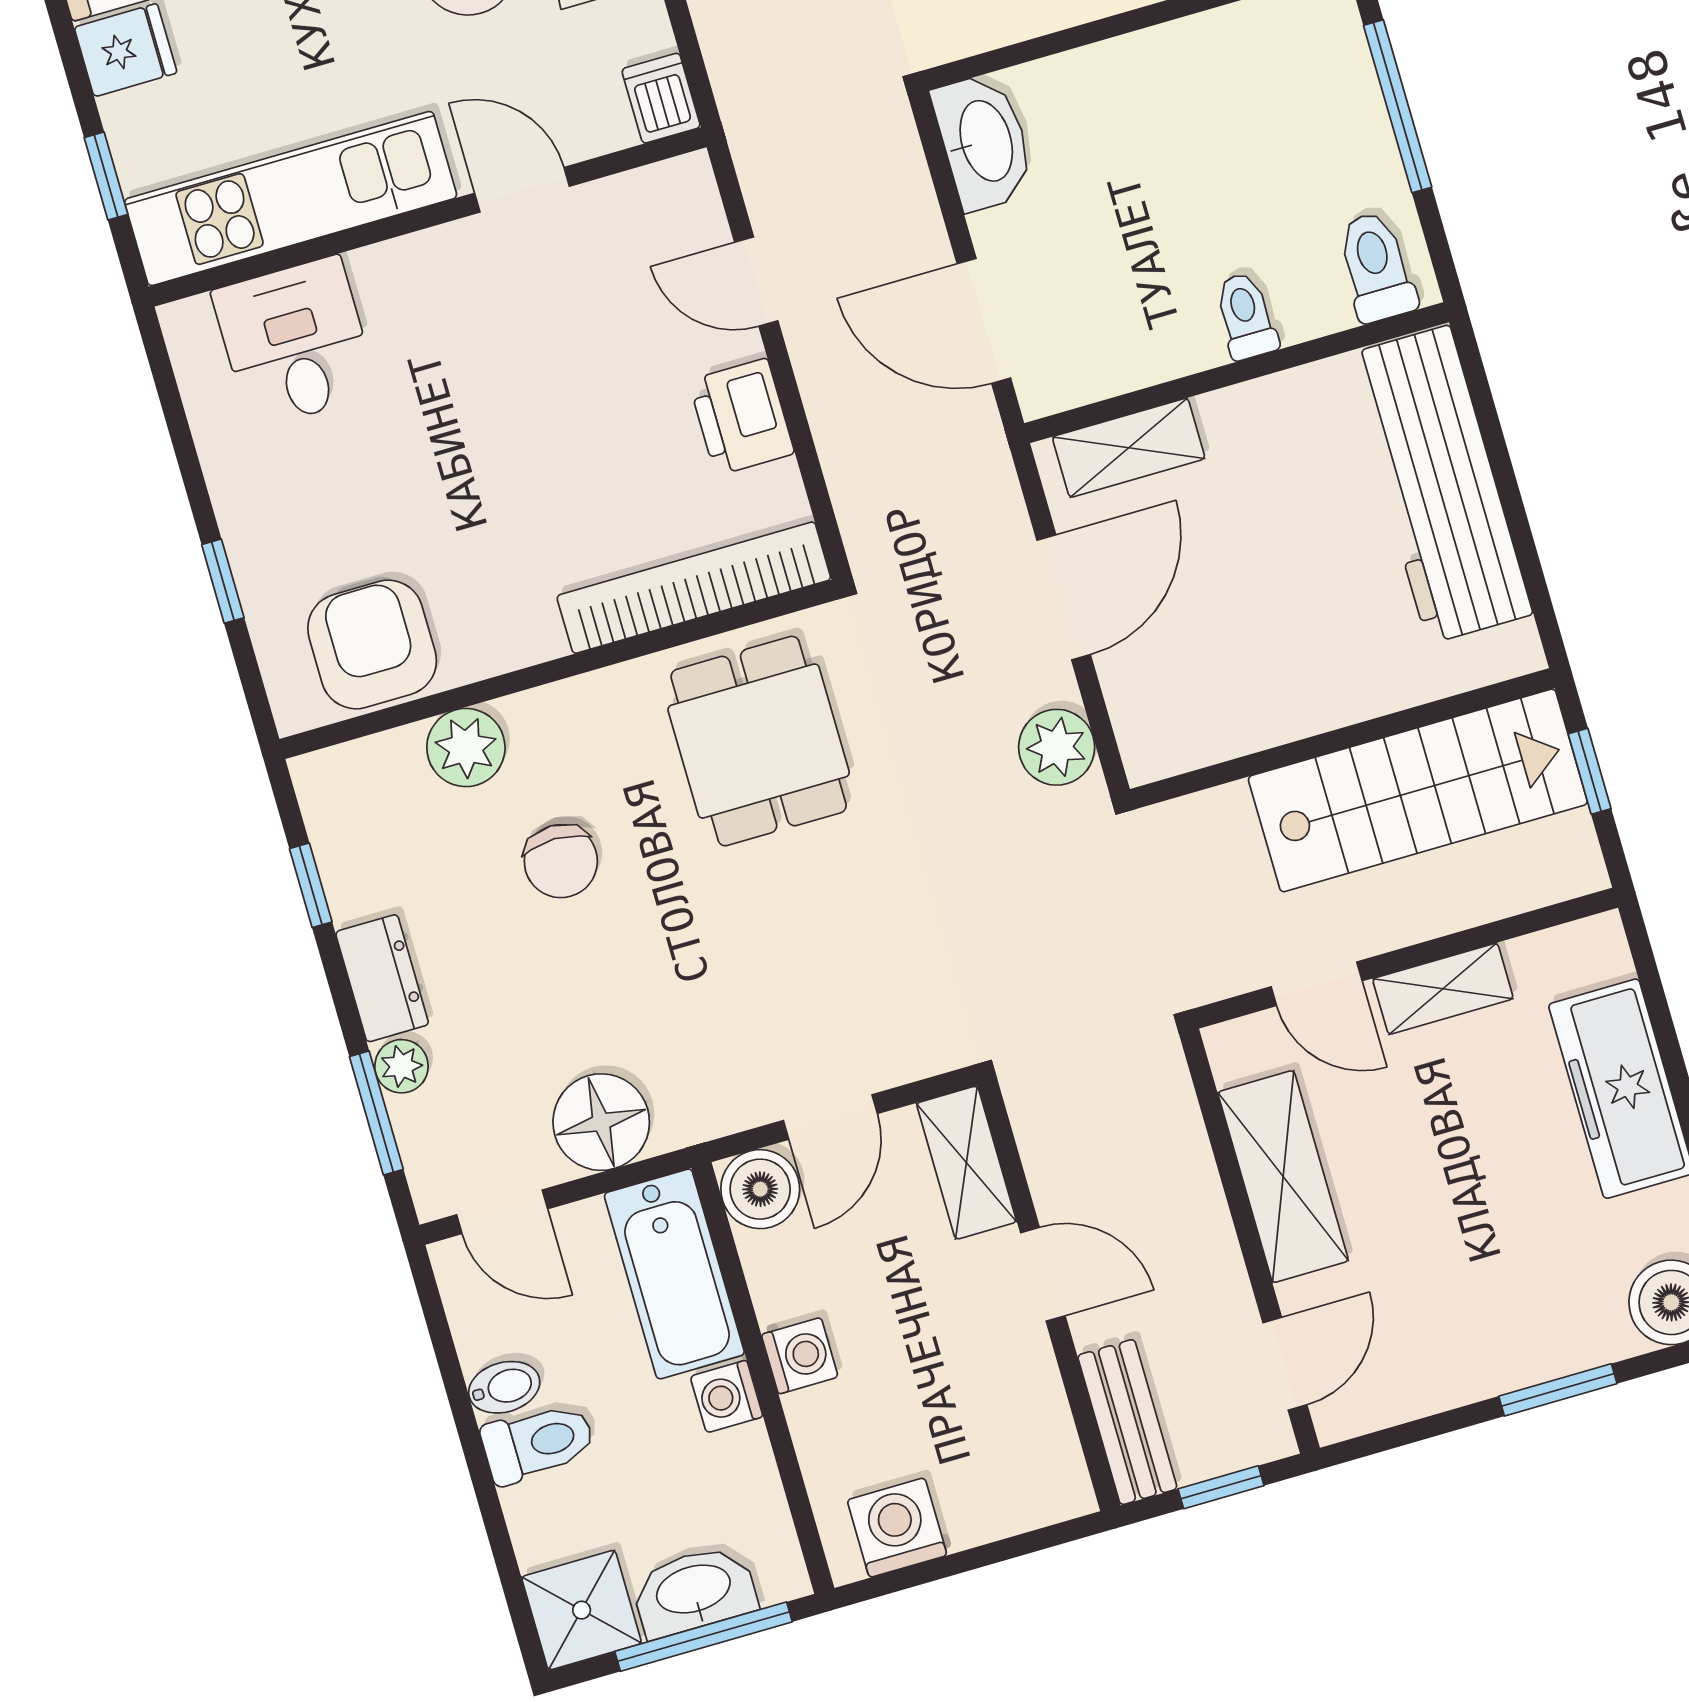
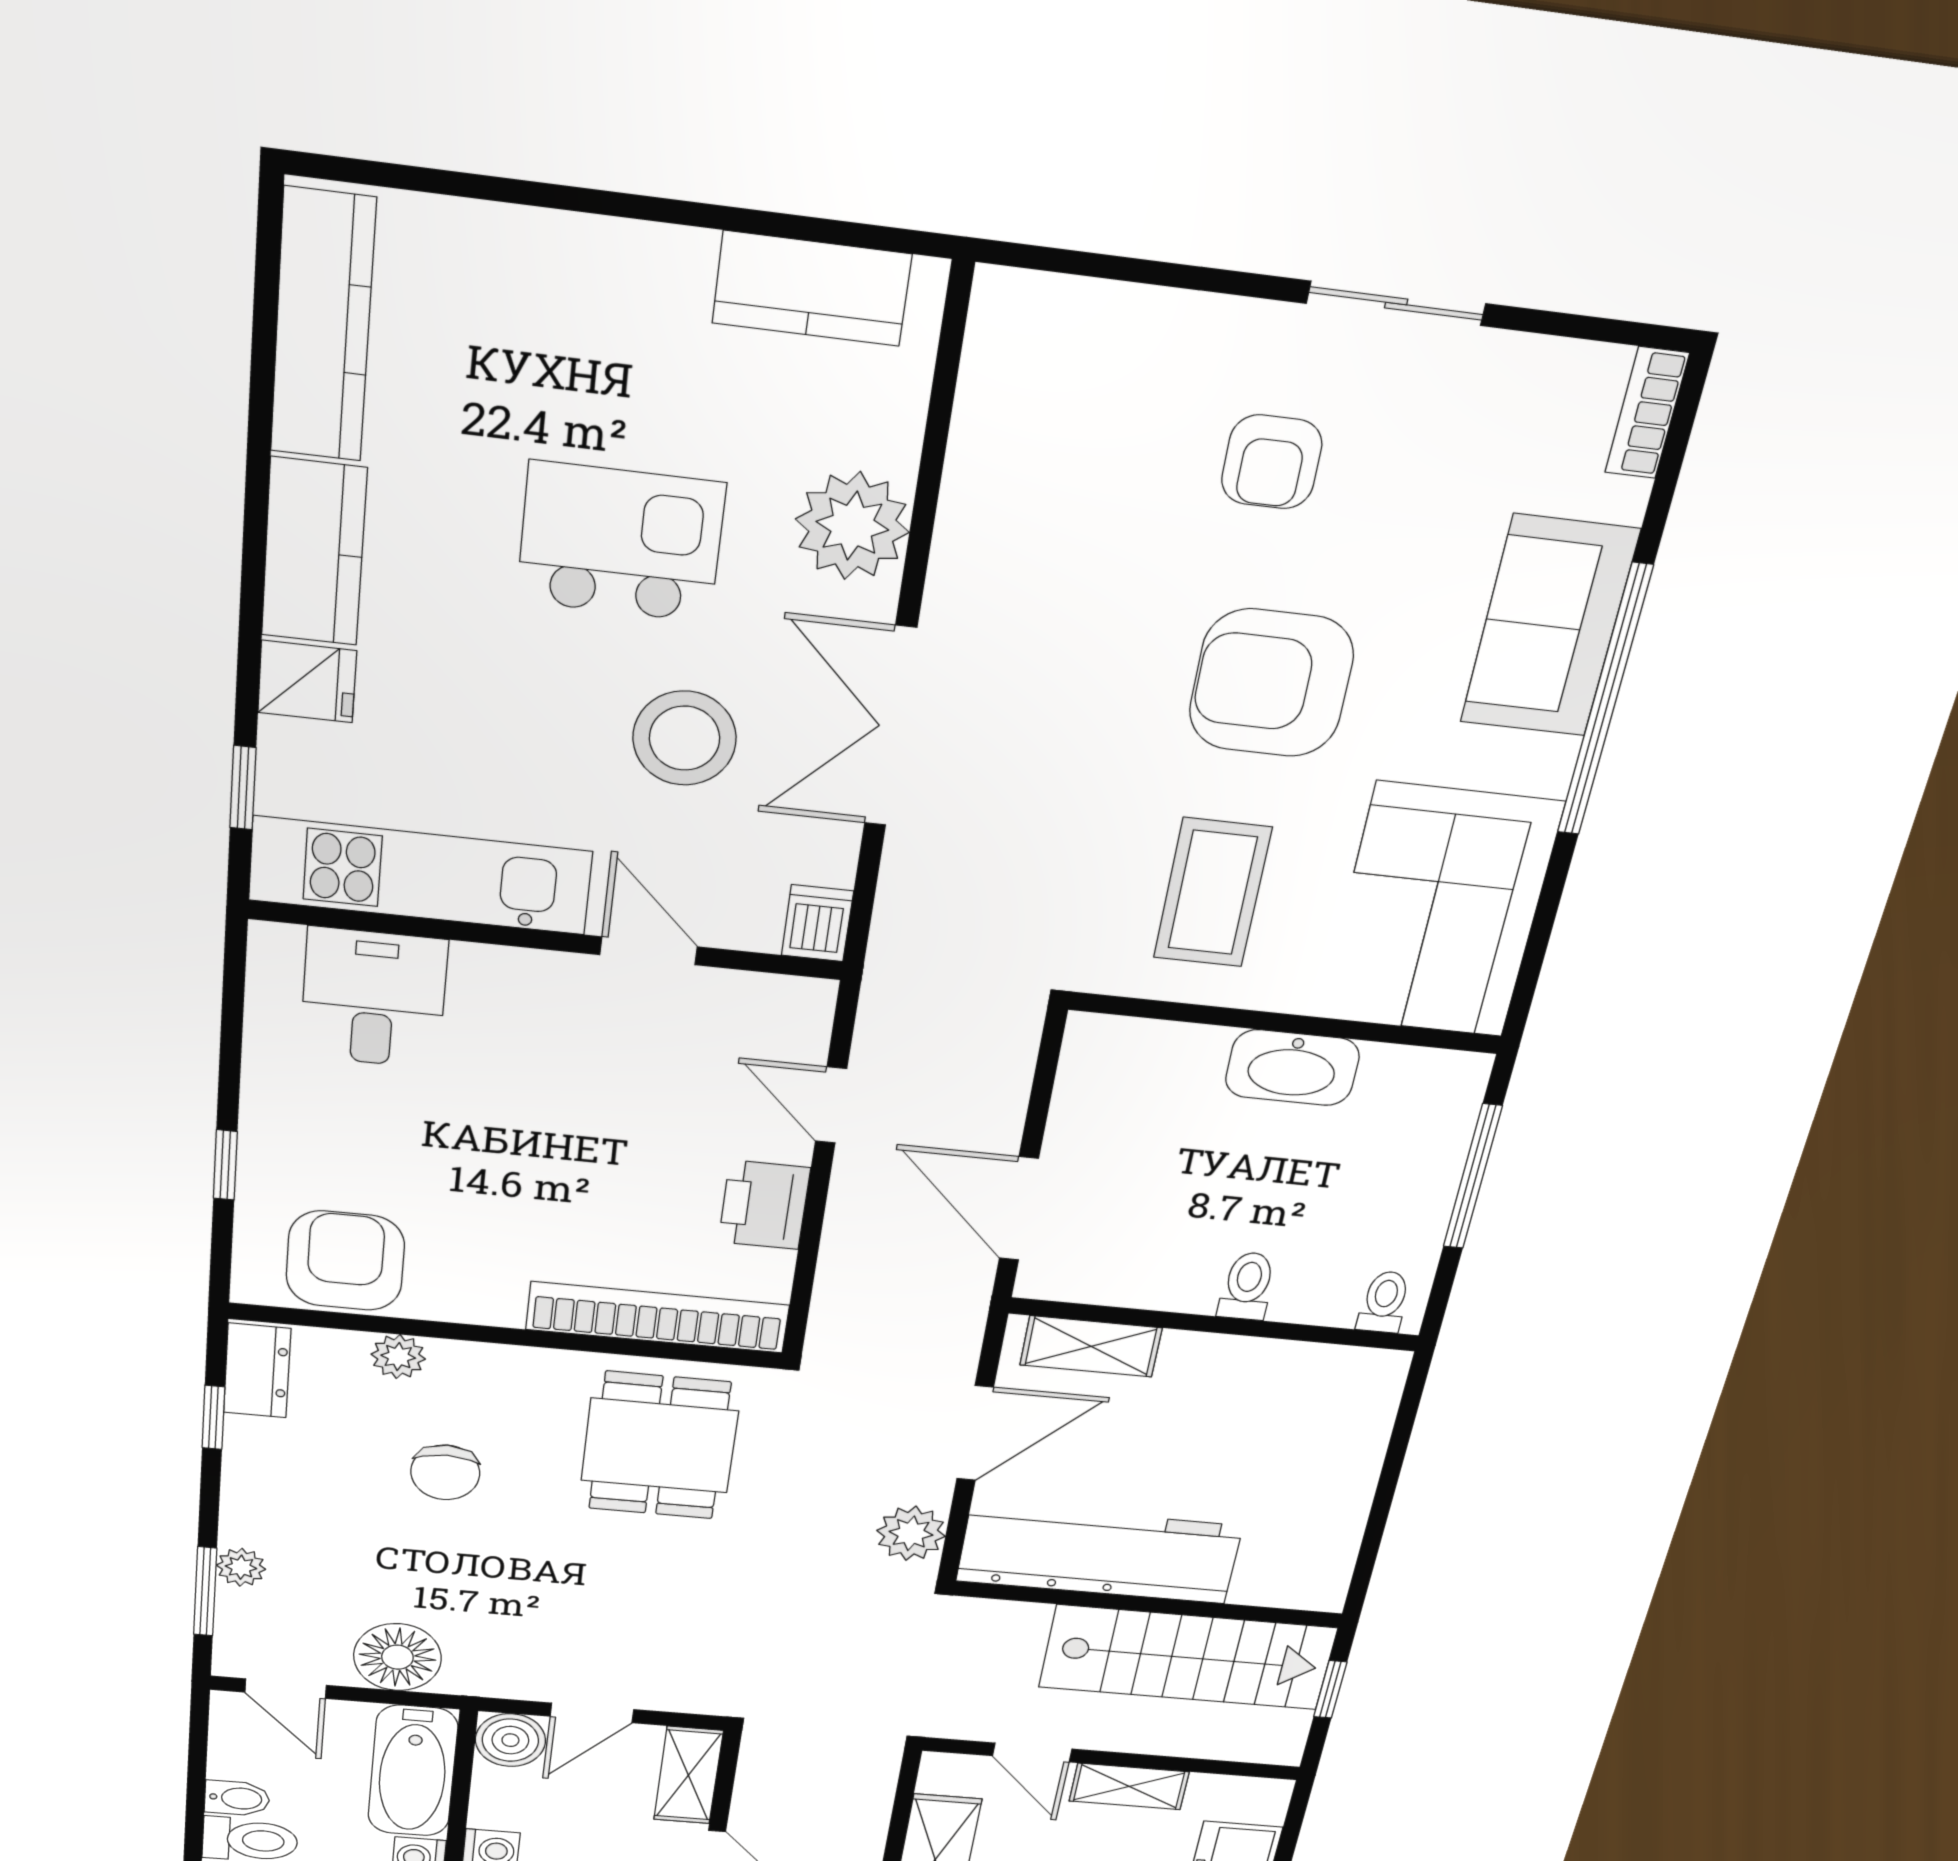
washbasin: (984, 142) -> (1292, 1068), moved, turned 90
toilet: (1376, 267) -> (1384, 1302), width x0.73, depth x0.72
workbench: (1439, 485) -> (1099, 1553), moved, turned 90
plant: (466, 748) -> (398, 1357), width x0.73, depth x0.73
dresser: (382, 978) -> (257, 1371), moved

